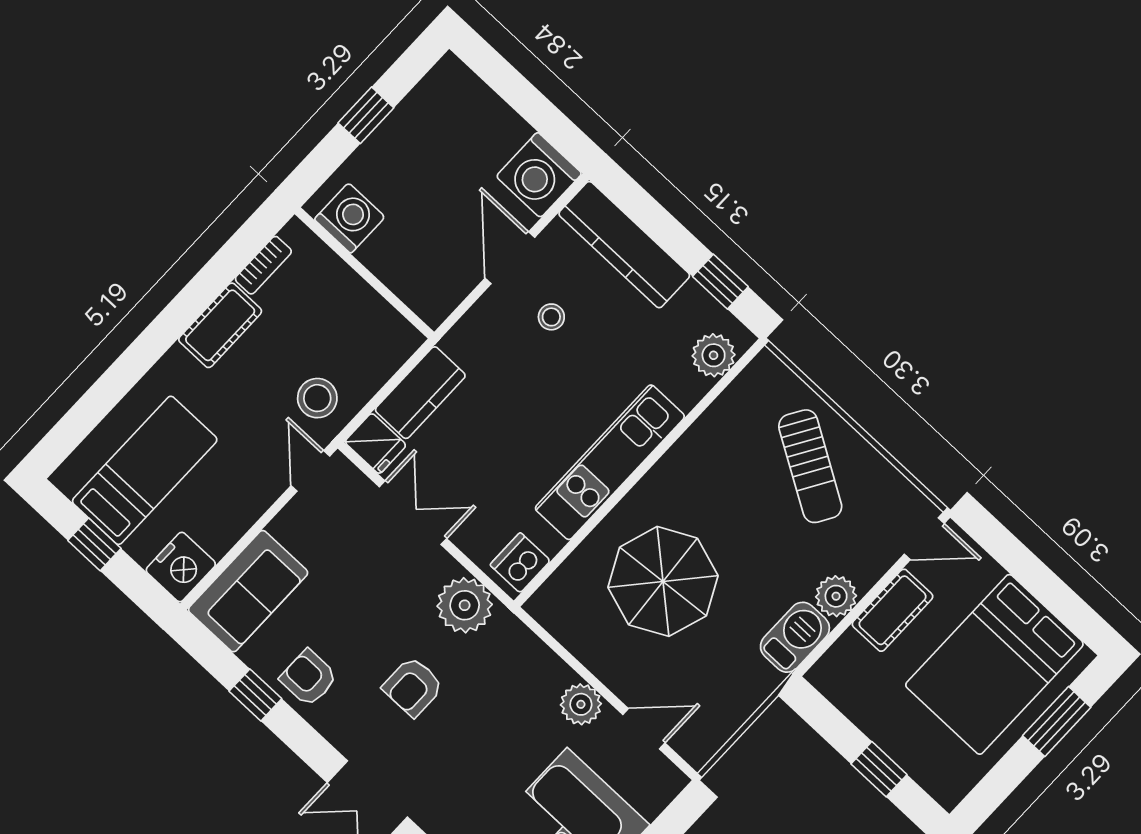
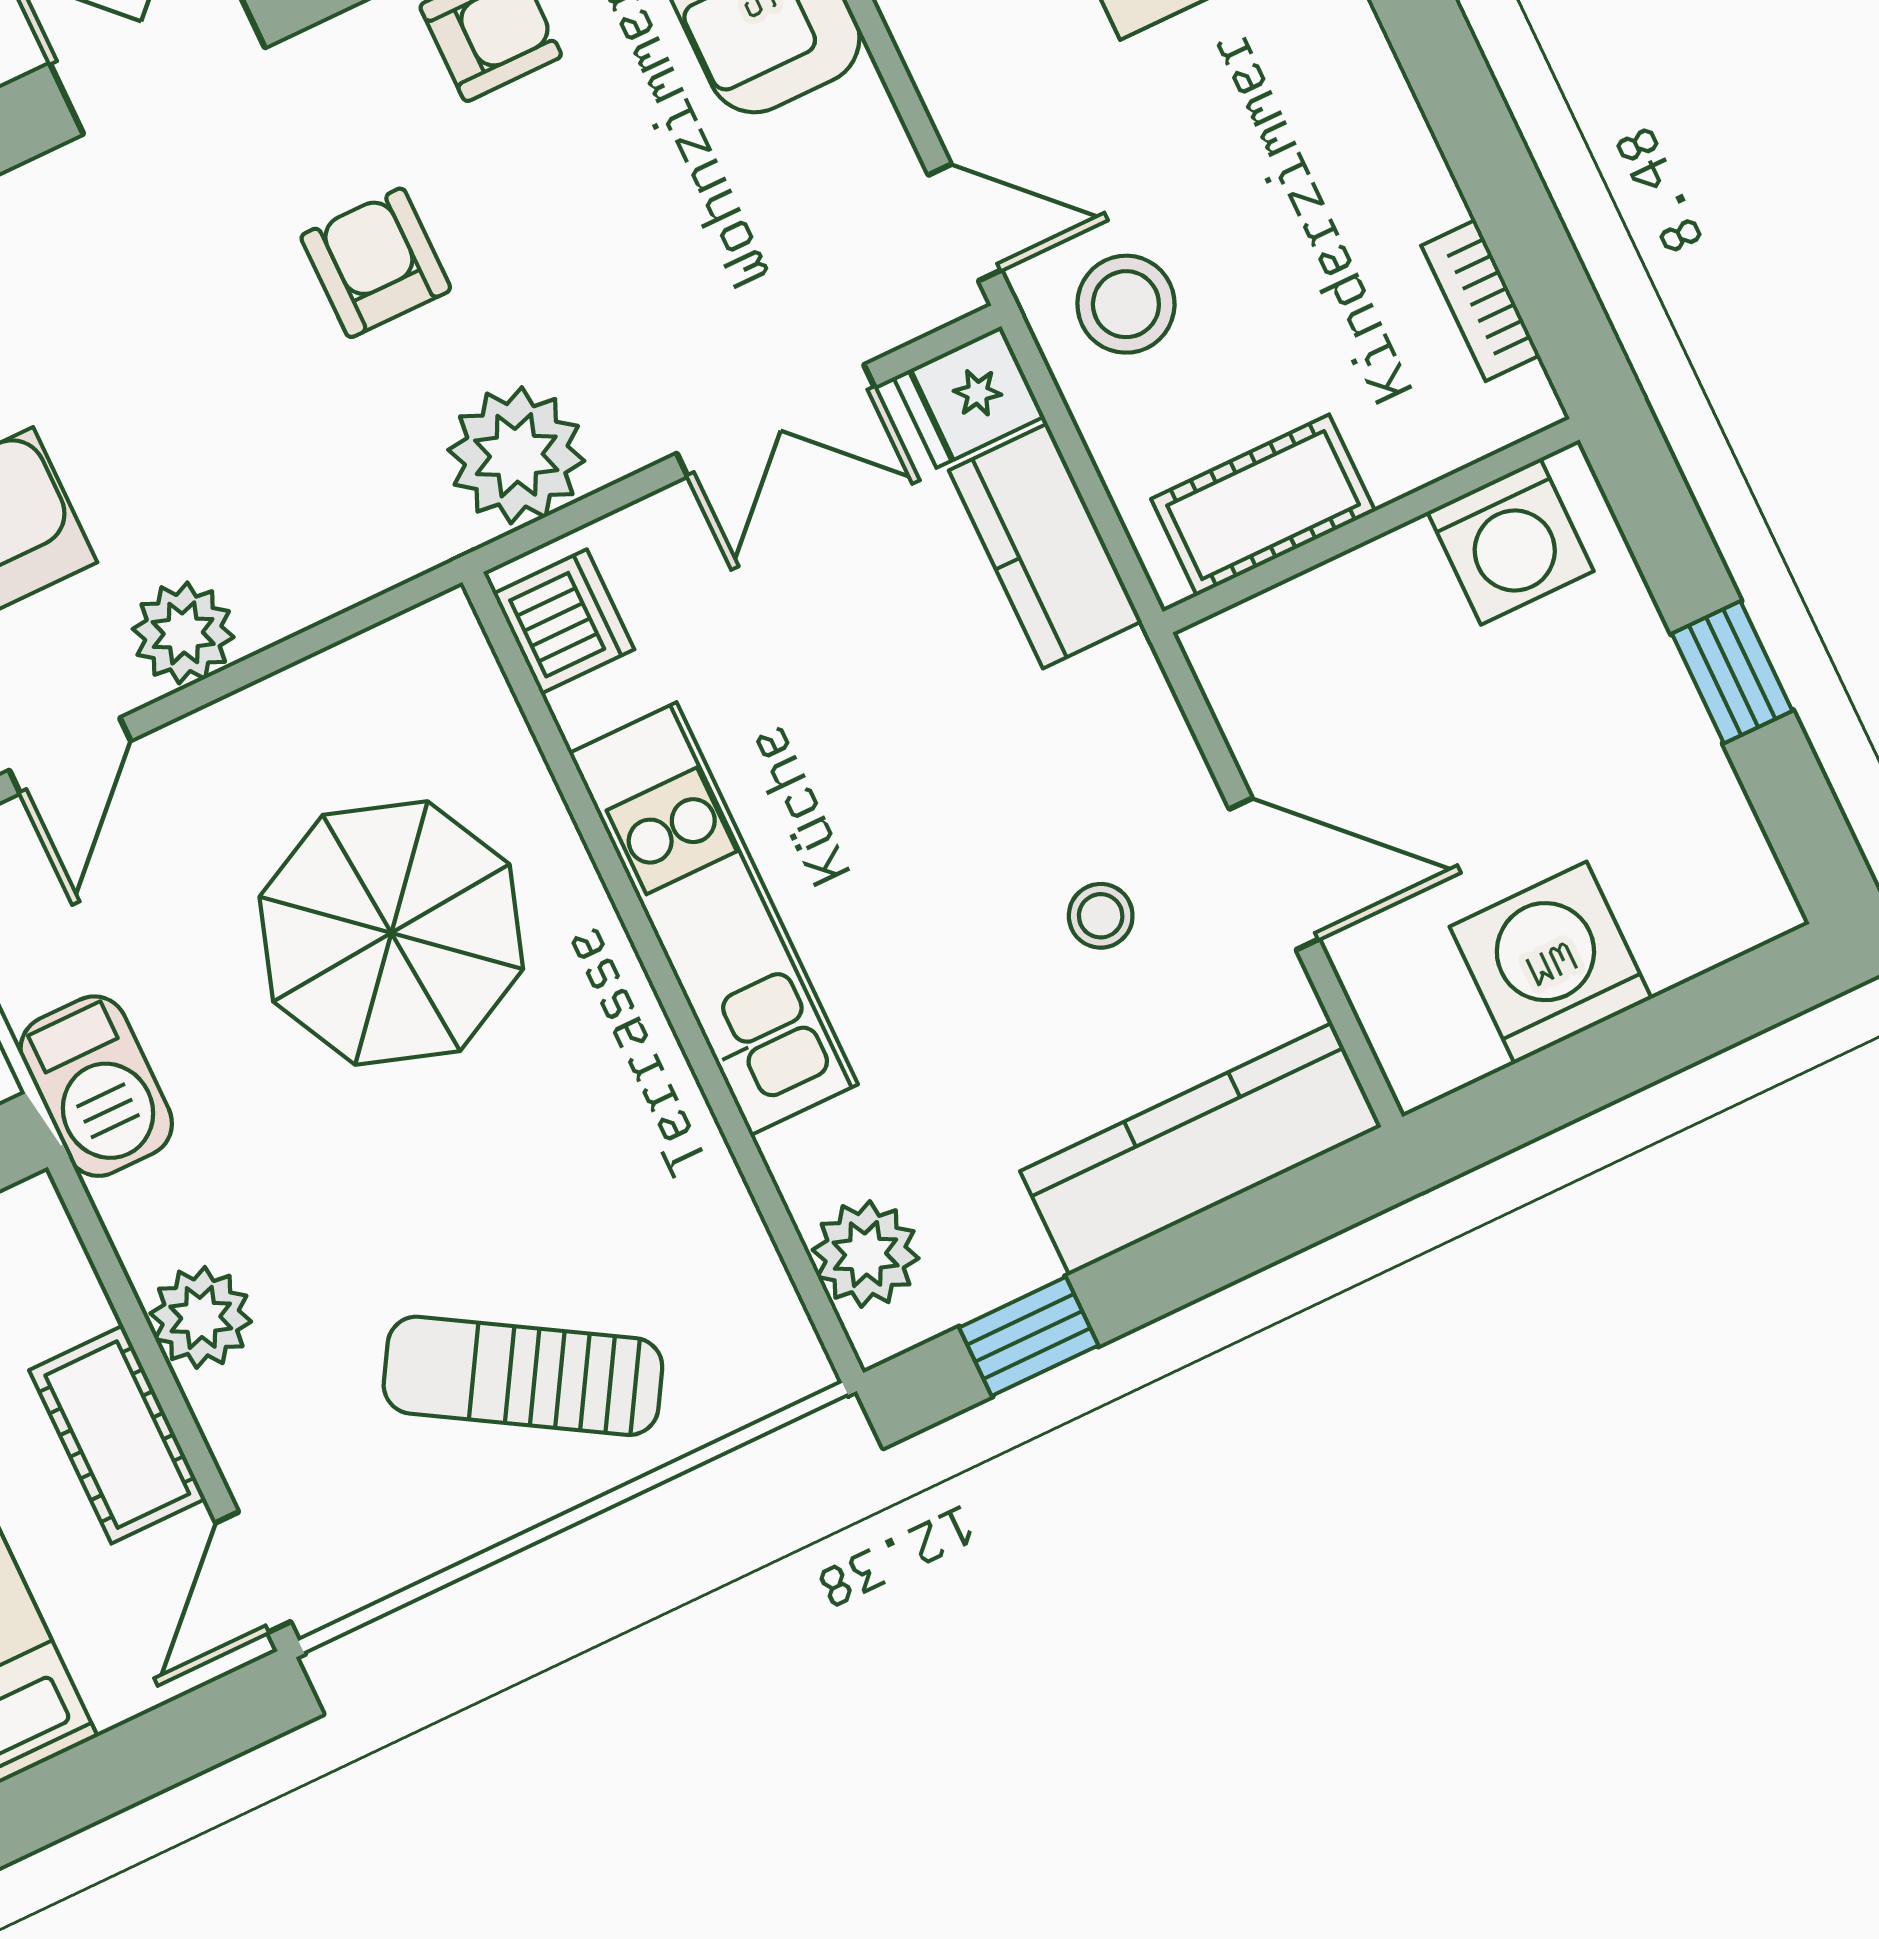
washing machine: (539, 175) -> (1551, 963), moved
cot: (220, 325) -> (1263, 505), moved, turned 90
barbecue: (795, 637) -> (96, 1086), moved

